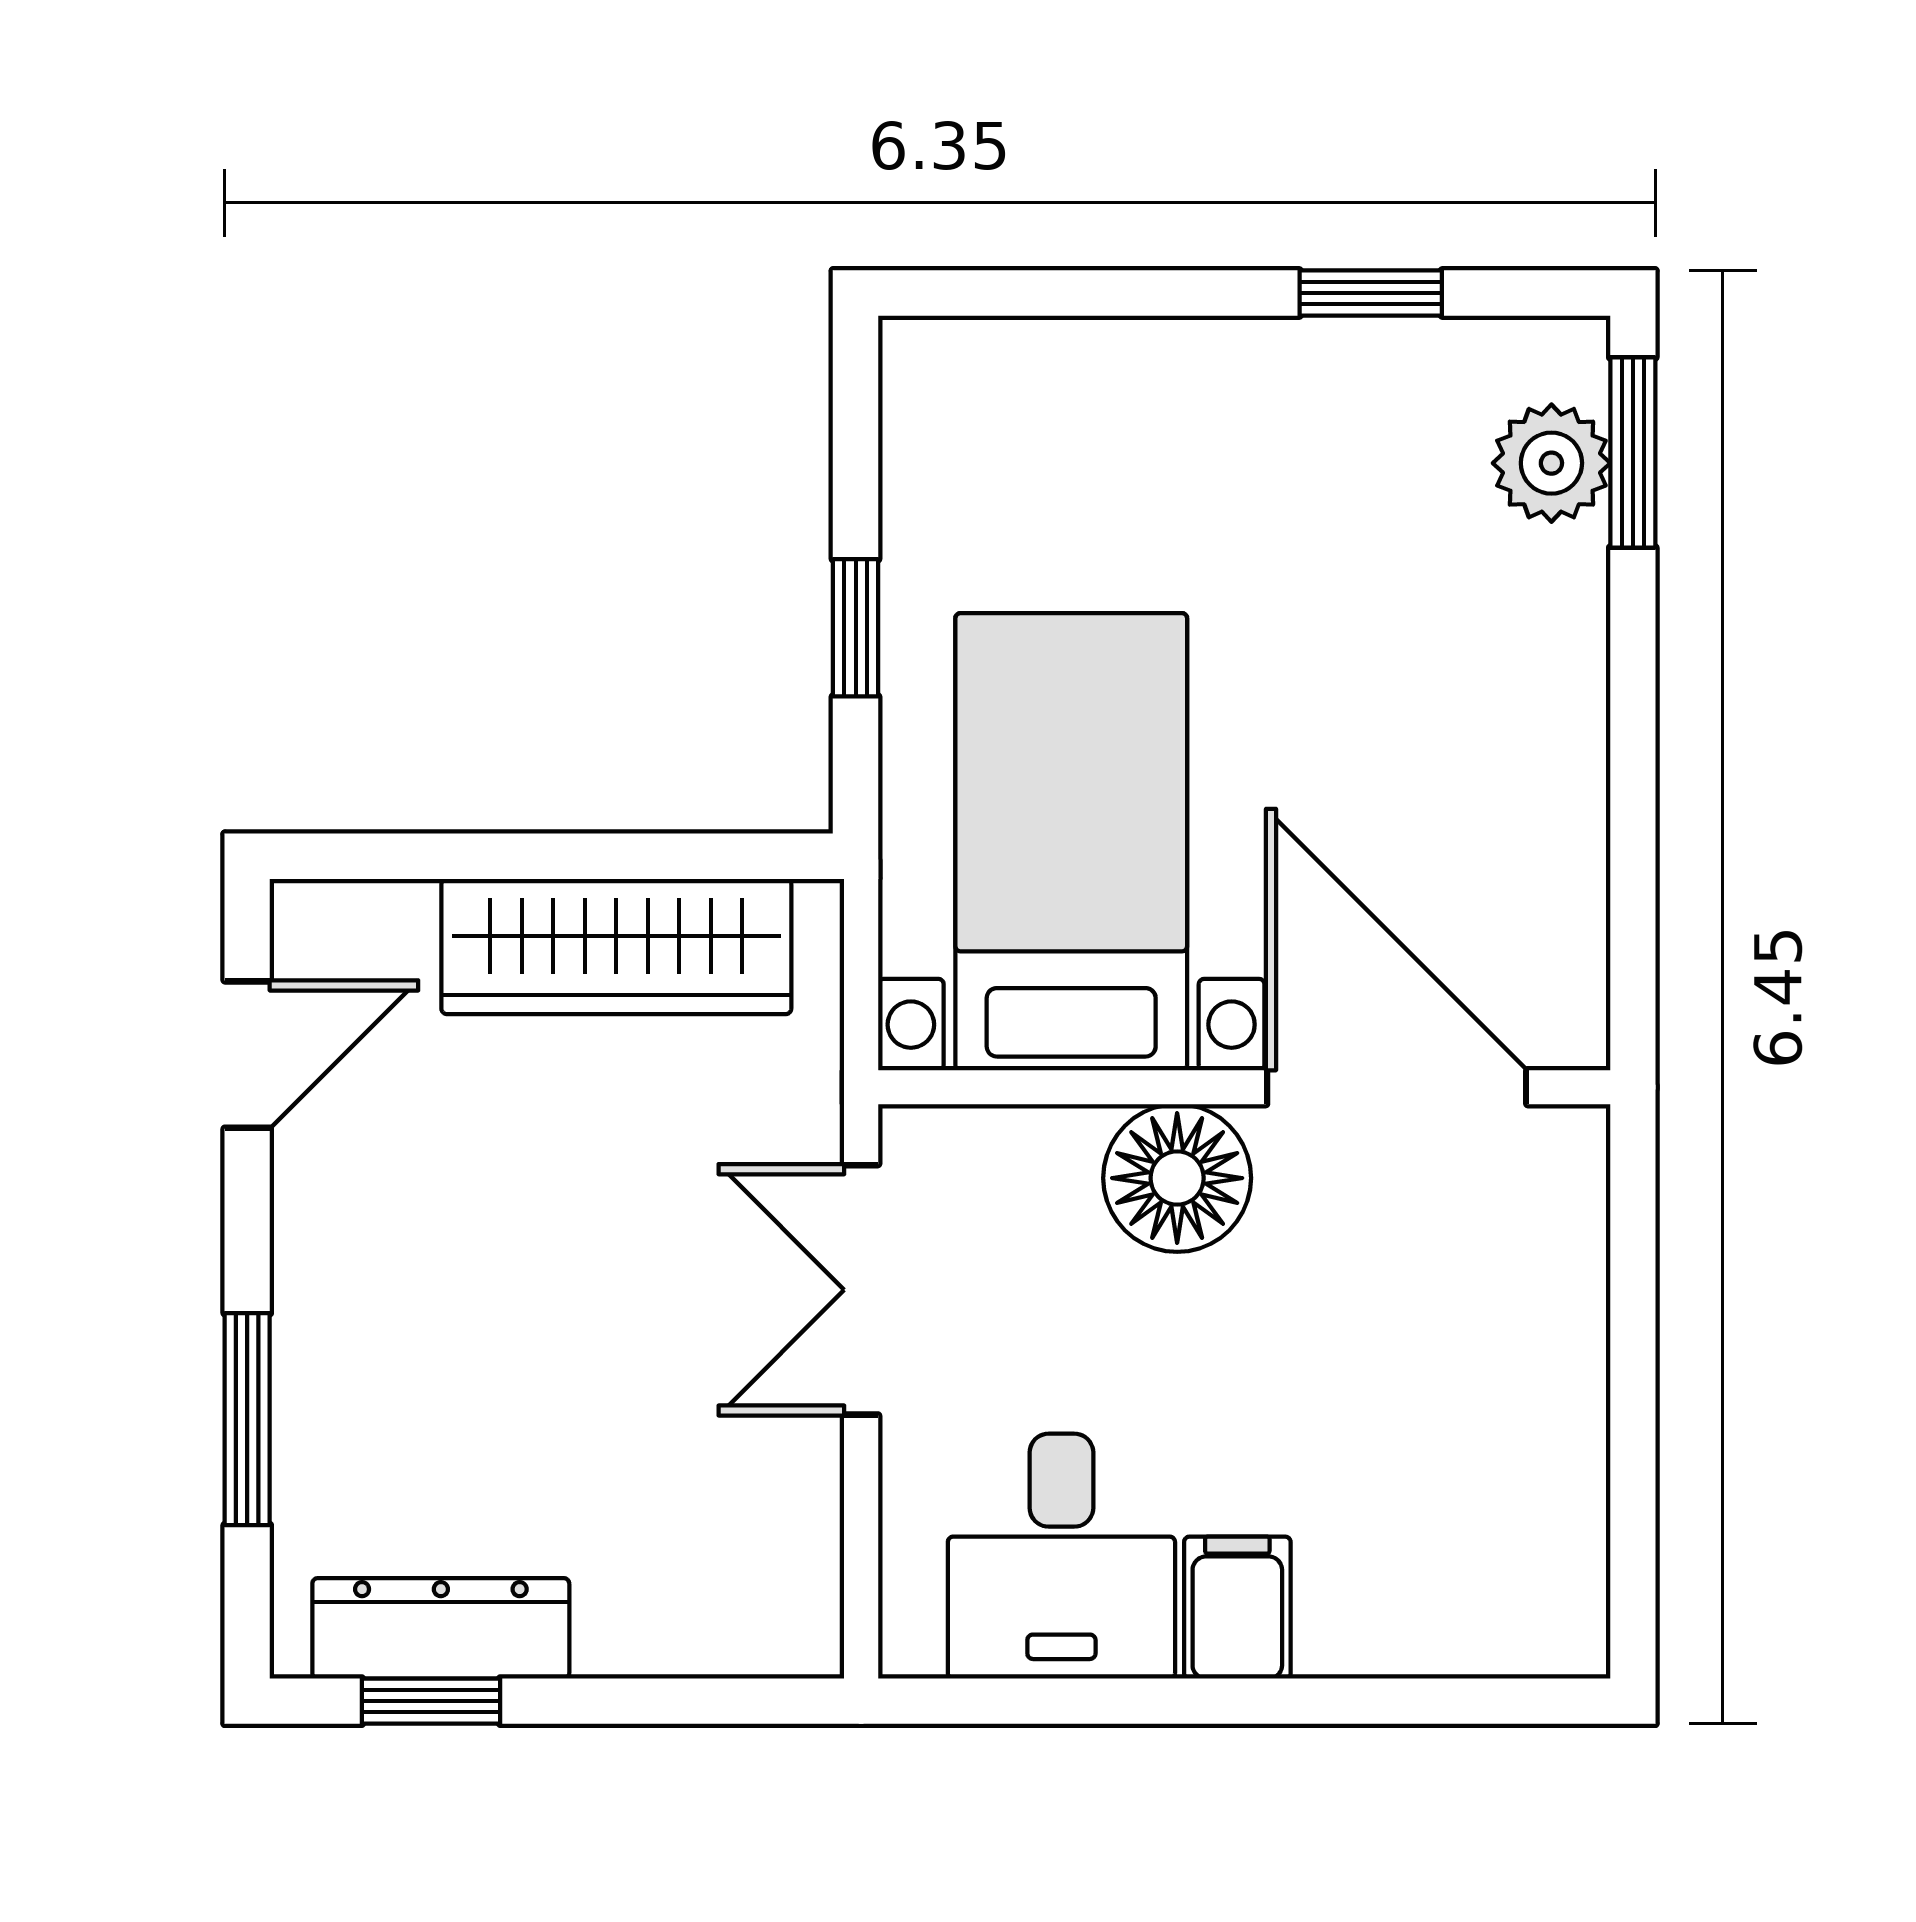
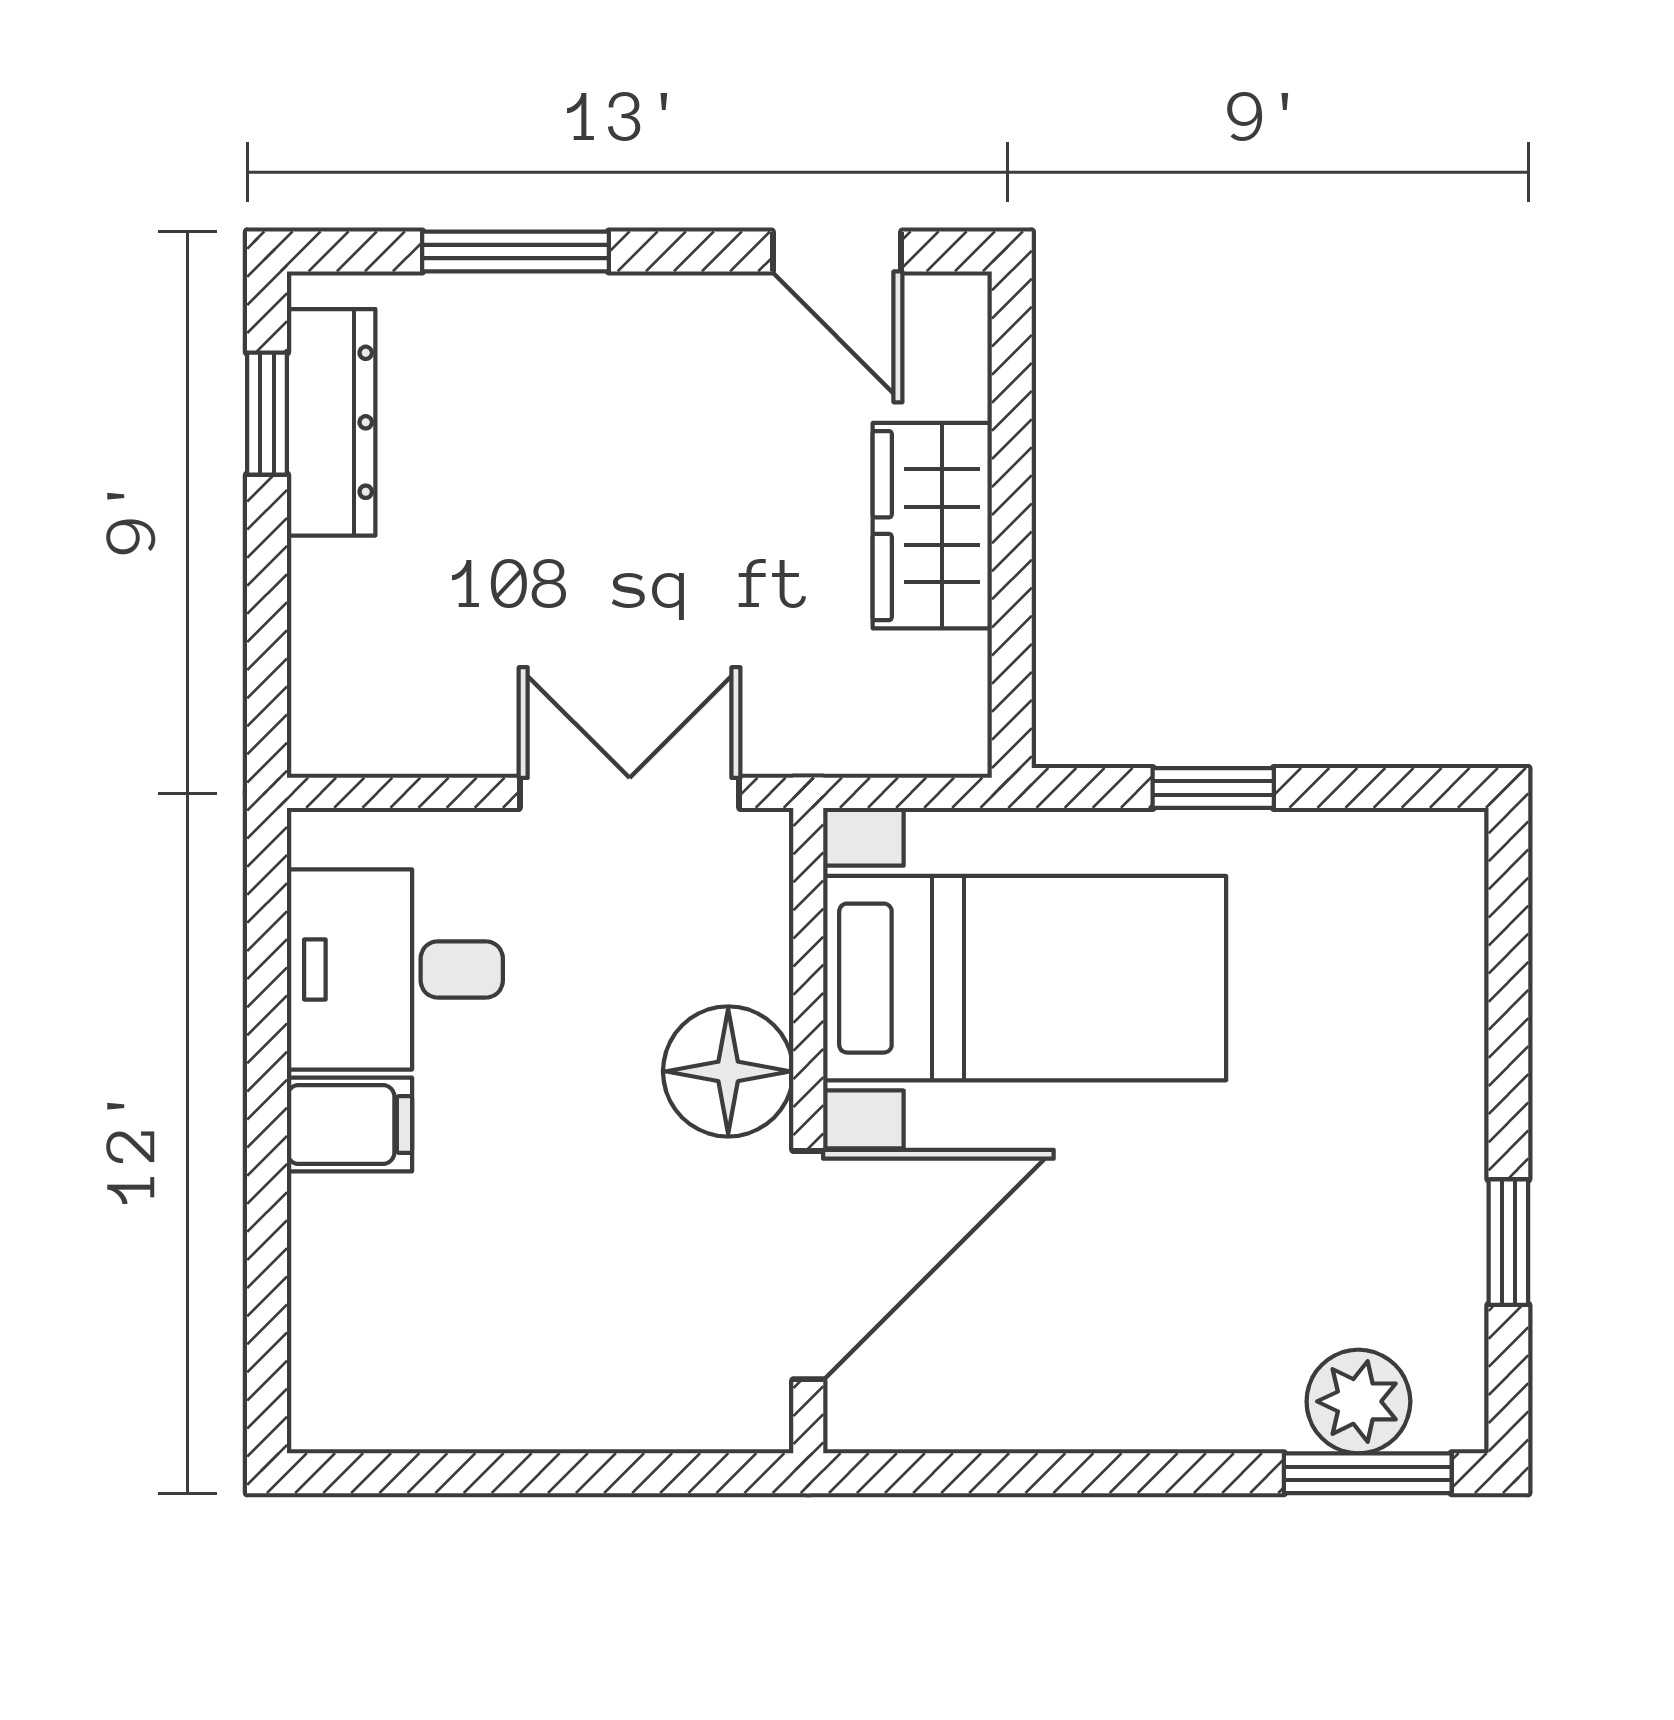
wardrobe: (616, 946) -> (932, 526), width x0.67

